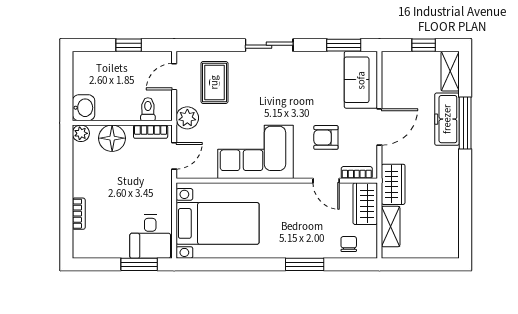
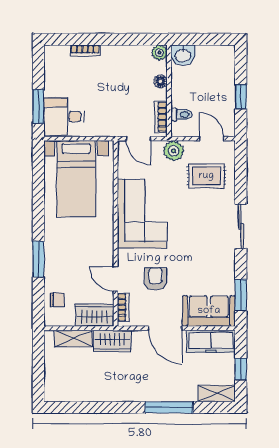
freezer: (447, 119) -> (211, 341), moved, turned 180
floor lamp: (112, 138) -> (161, 81), width x0.53, depth x0.53
door: (326, 181) -> (116, 279), hinge flipped

